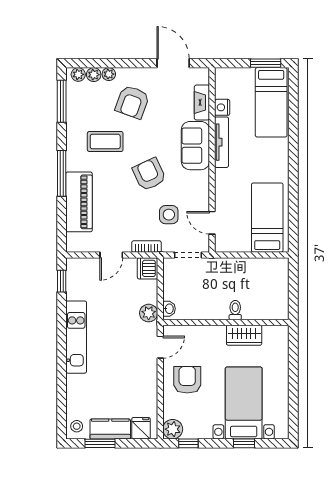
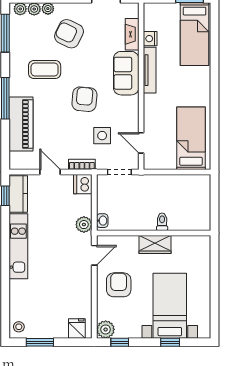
armchair: (132, 102) -> (69, 34), turned 96
armchair: (149, 174) -> (84, 99), turned 30
door: (111, 255) -> (50, 172), swing flipped
wardrobe: (244, 335) -> (155, 245), moved
kitchen counter: (110, 429) -> (18, 194), moved, turned 90

